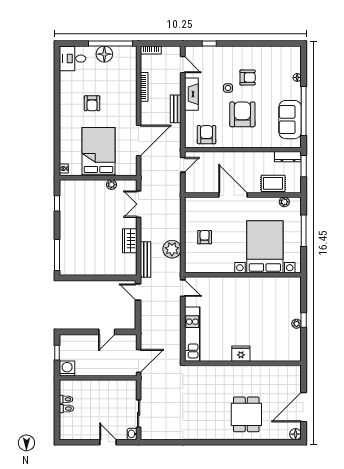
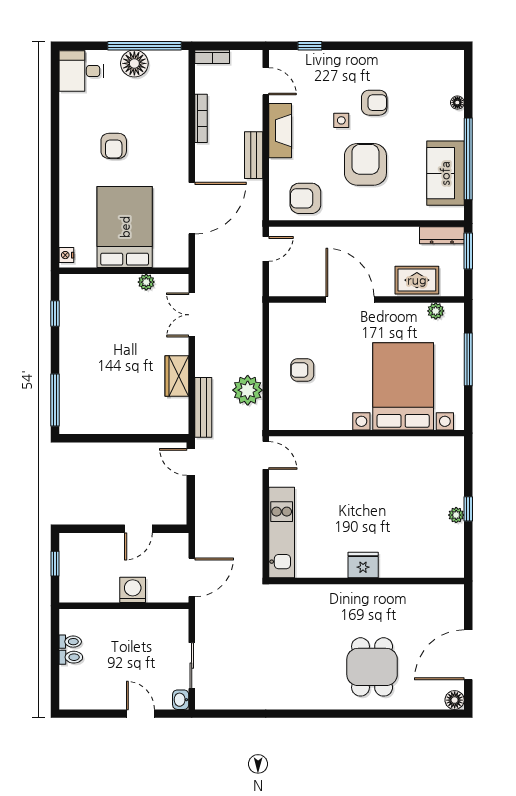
armchair: (206, 135) -> (305, 198), turned -90
armchair: (205, 237) -> (302, 370), turned -90
washing machine: (67, 368) -> (133, 590), moved

